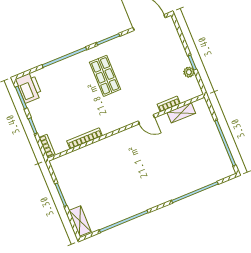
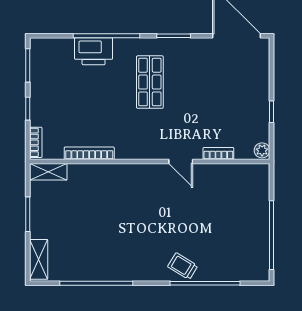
plant: (189, 72) -> (262, 150), moved
printer: (29, 88) -> (94, 51), moved, turned 90
shelving: (181, 113) -> (48, 172), moved
trolley: (176, 187) -> (183, 266), added

